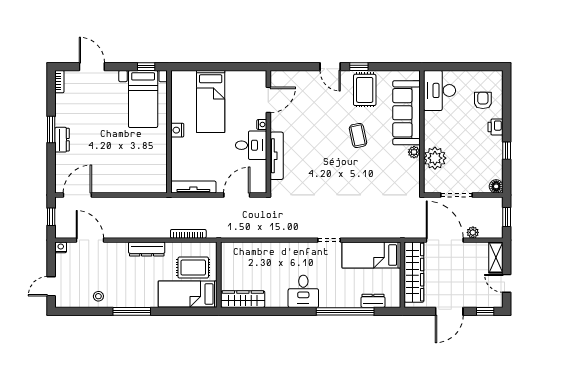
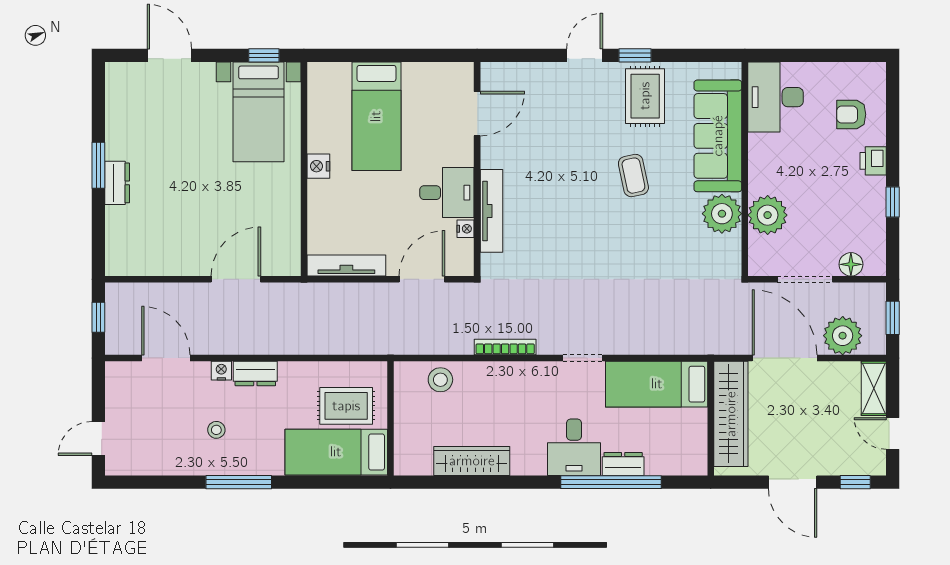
door: (330, 67) -> (585, 55), swing flipped
bookcase: (59, 82) -> (113, 82), removed
armchair: (483, 100) -> (851, 114), turned -90
nightstand: (262, 125) -> (466, 229), moved
plant: (414, 152) -> (722, 214), width x1.88, depth x1.88
floor lamp: (496, 186) -> (851, 264), moved
door: (77, 195) -> (236, 279), moved
plant: (473, 232) -> (843, 336), width x1.88, depth x1.88
bookcase: (188, 234) -> (505, 347), moved
nightstand: (61, 247) -> (221, 371), moved
dresser: (147, 249) -> (255, 374), width x0.70
stool: (247, 253) -> (440, 380), added
desk: (303, 291) -> (574, 447), moved
stool: (98, 296) -> (216, 430), moved
wardrobe: (243, 299) -> (472, 461), moved
dresser: (373, 301) -> (623, 464), moved
door: (449, 311) -> (793, 482), hinge flipped

